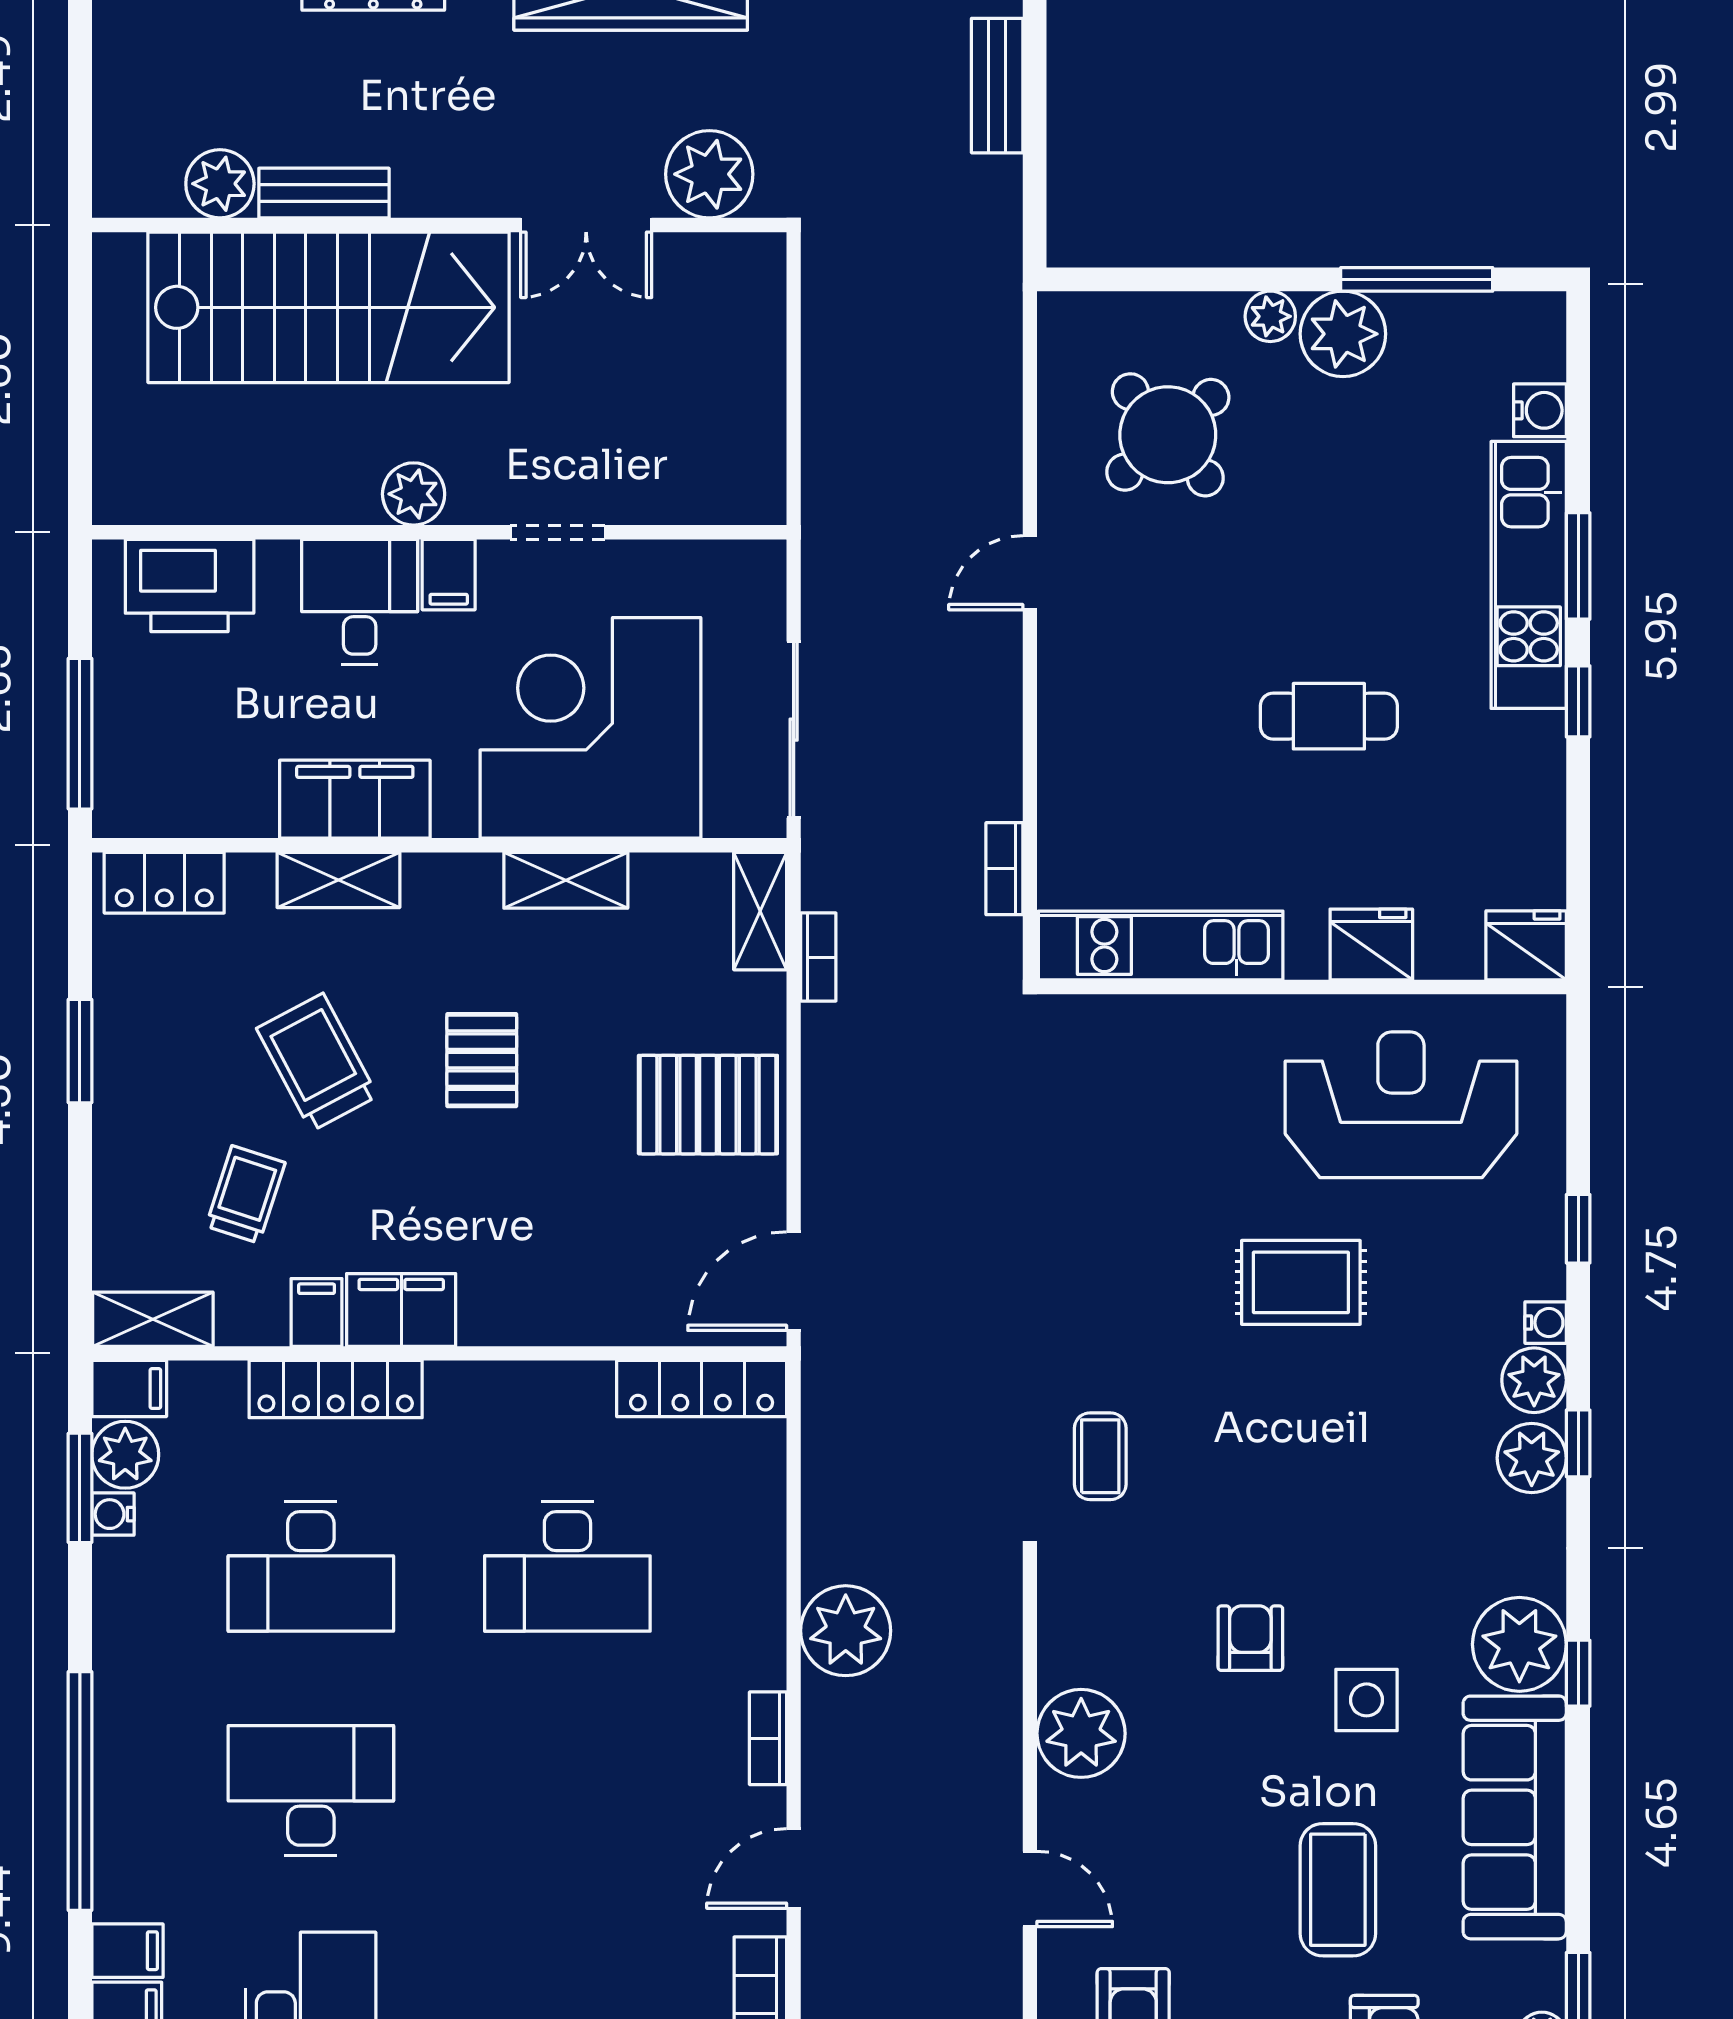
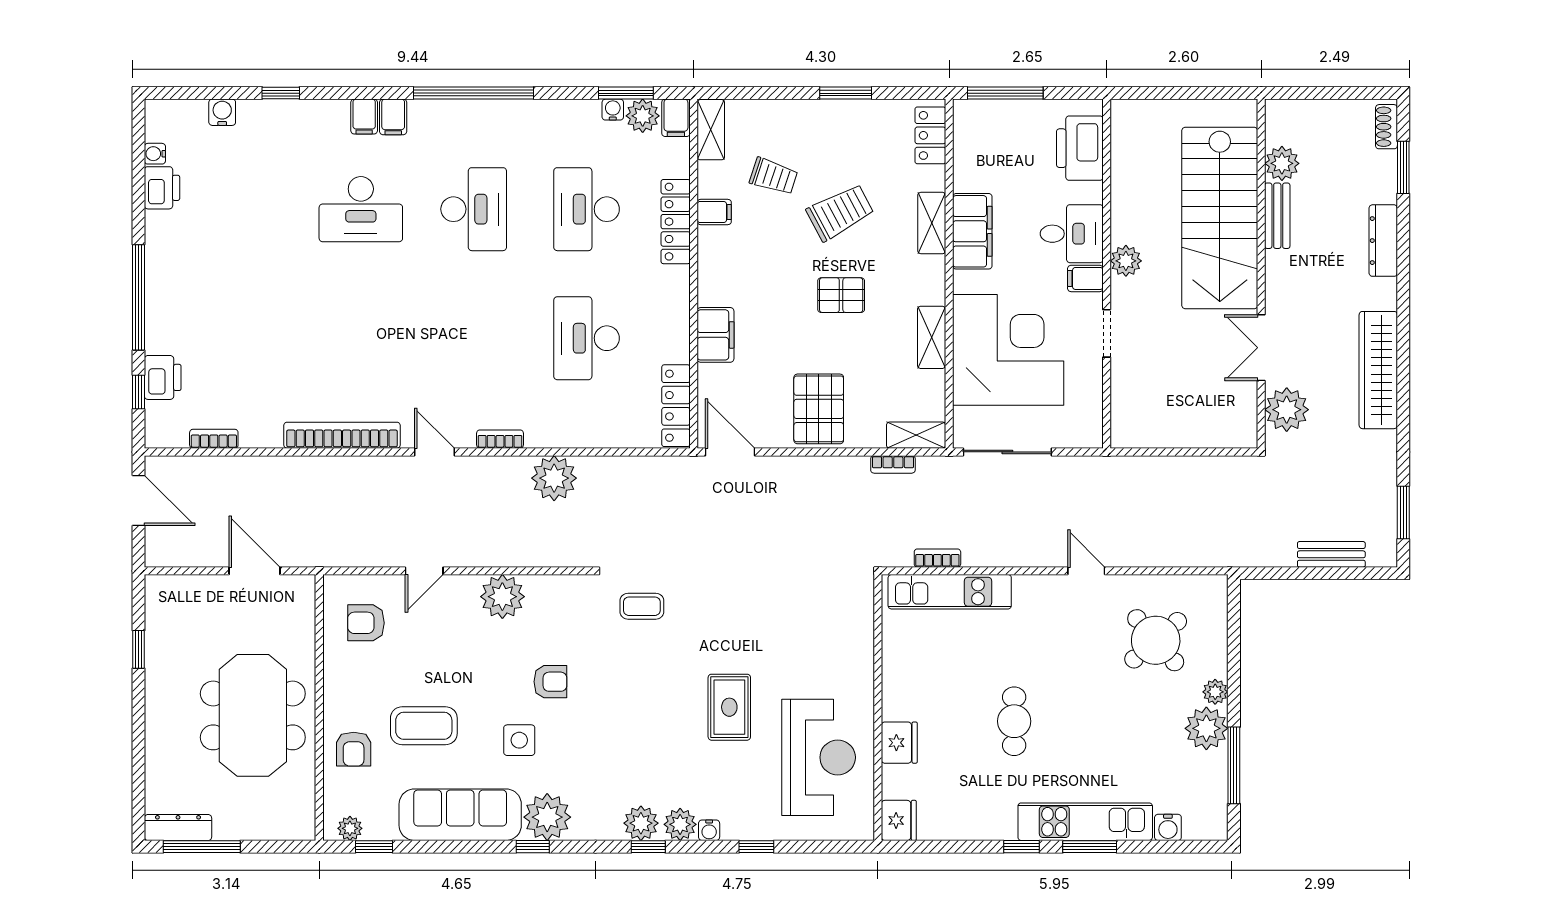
kitchen unit: (1161, 946) -> (950, 592), moved, turned 90
filing cabinet: (401, 1310) -> (715, 335), moved

